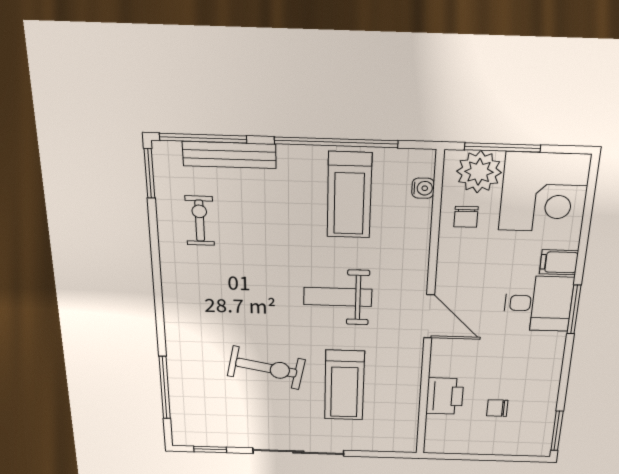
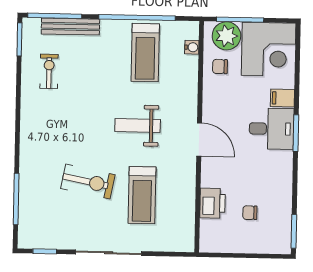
chair: (466, 217) -> (220, 67), turned 90

